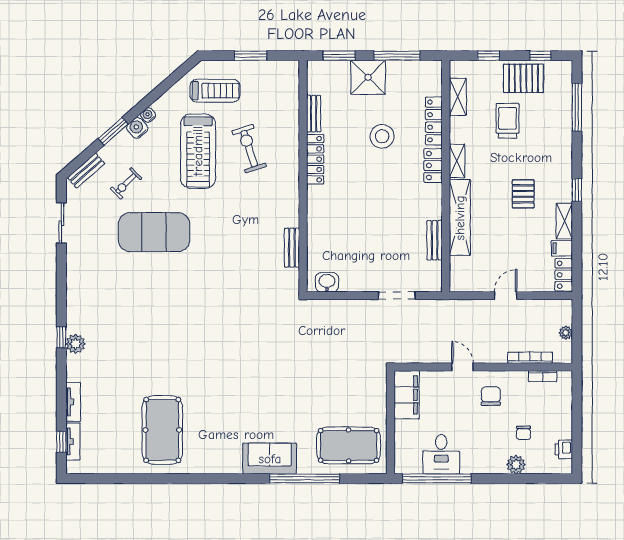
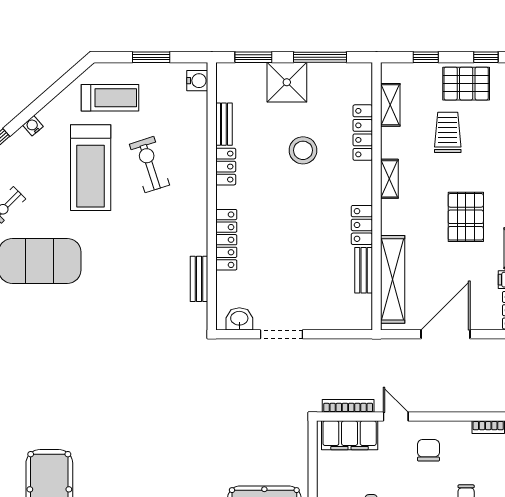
water cooler: (137, 128) -> (197, 81), moved, turned 131
locker: (315, 159) -> (226, 167), width x0.66
locker: (433, 165) -> (362, 225), moved
pallet: (523, 194) -> (466, 217), width x1.50, depth x1.42
locker: (316, 214) -> (226, 240), added
shelving: (460, 218) -> (393, 279), moved
doorway: (397, 296) -> (282, 334), moved
door: (506, 296) -> (446, 334), width x1.88
bookcase: (530, 358) -> (348, 406), moved
filing cabinet: (407, 395) -> (350, 435), moved, turned 90

